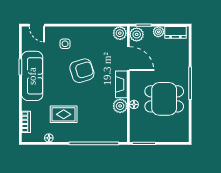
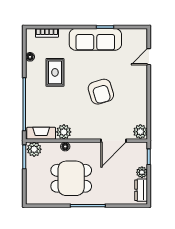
door: (37, 25) -> (149, 57), moved
plant: (137, 34) -> (34, 149), moved
side table: (65, 44) -> (129, 74), removed
fireplace: (121, 84) -> (41, 133), moved
dining table: (164, 99) -> (71, 178), turned 90

